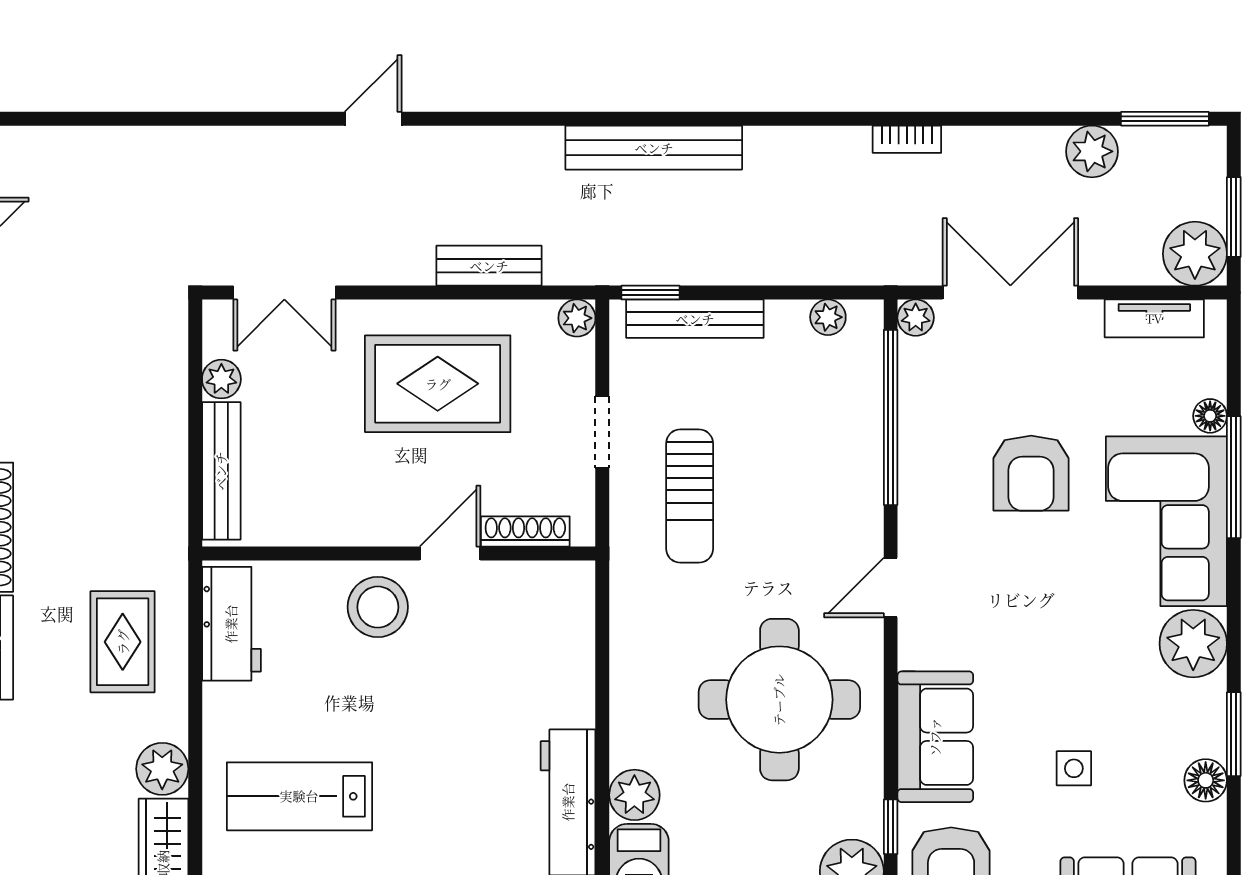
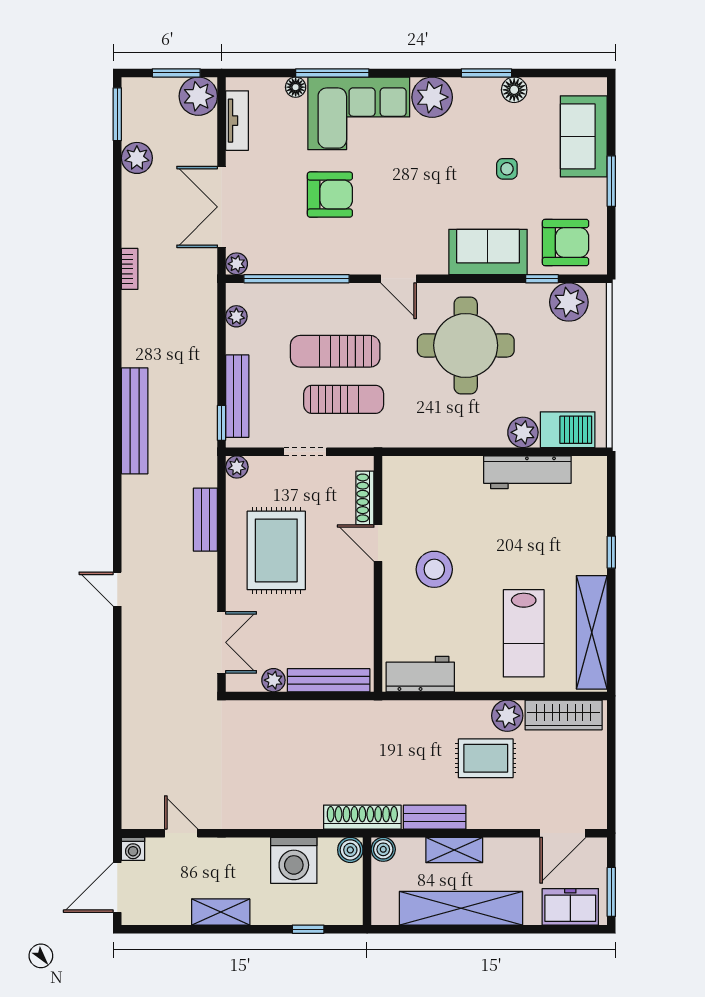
sun lounger: (770, 482) -> (335, 351), added
stool: (378, 607) -> (434, 569), moved
rug: (123, 642) -> (486, 758), moved

